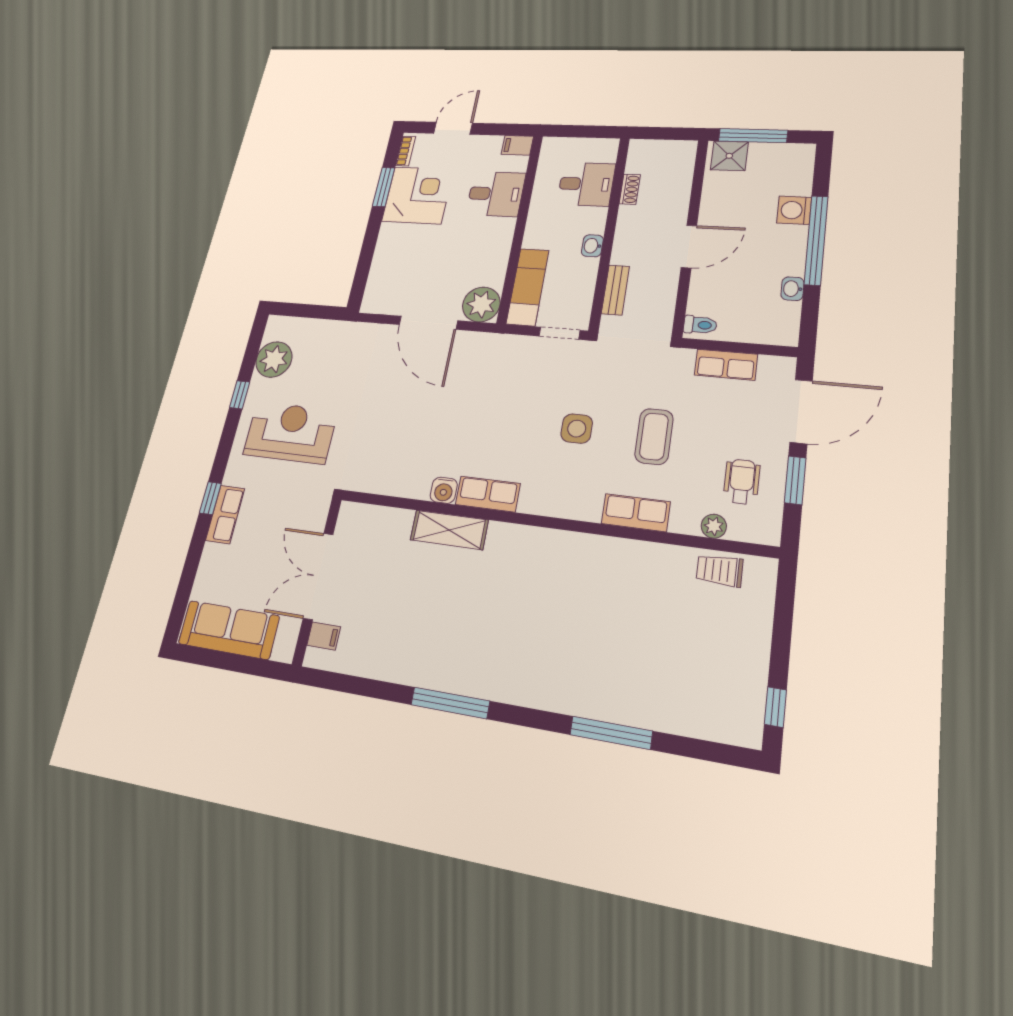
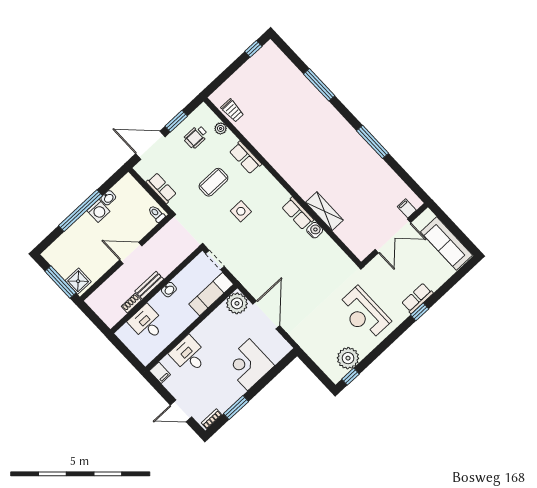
corner desk: (418, 195) -> (248, 365), moved
washing machine: (794, 210) -> (98, 211), moved
bench: (615, 290) -> (149, 285), moved
window: (240, 395) -> (350, 377), moved

